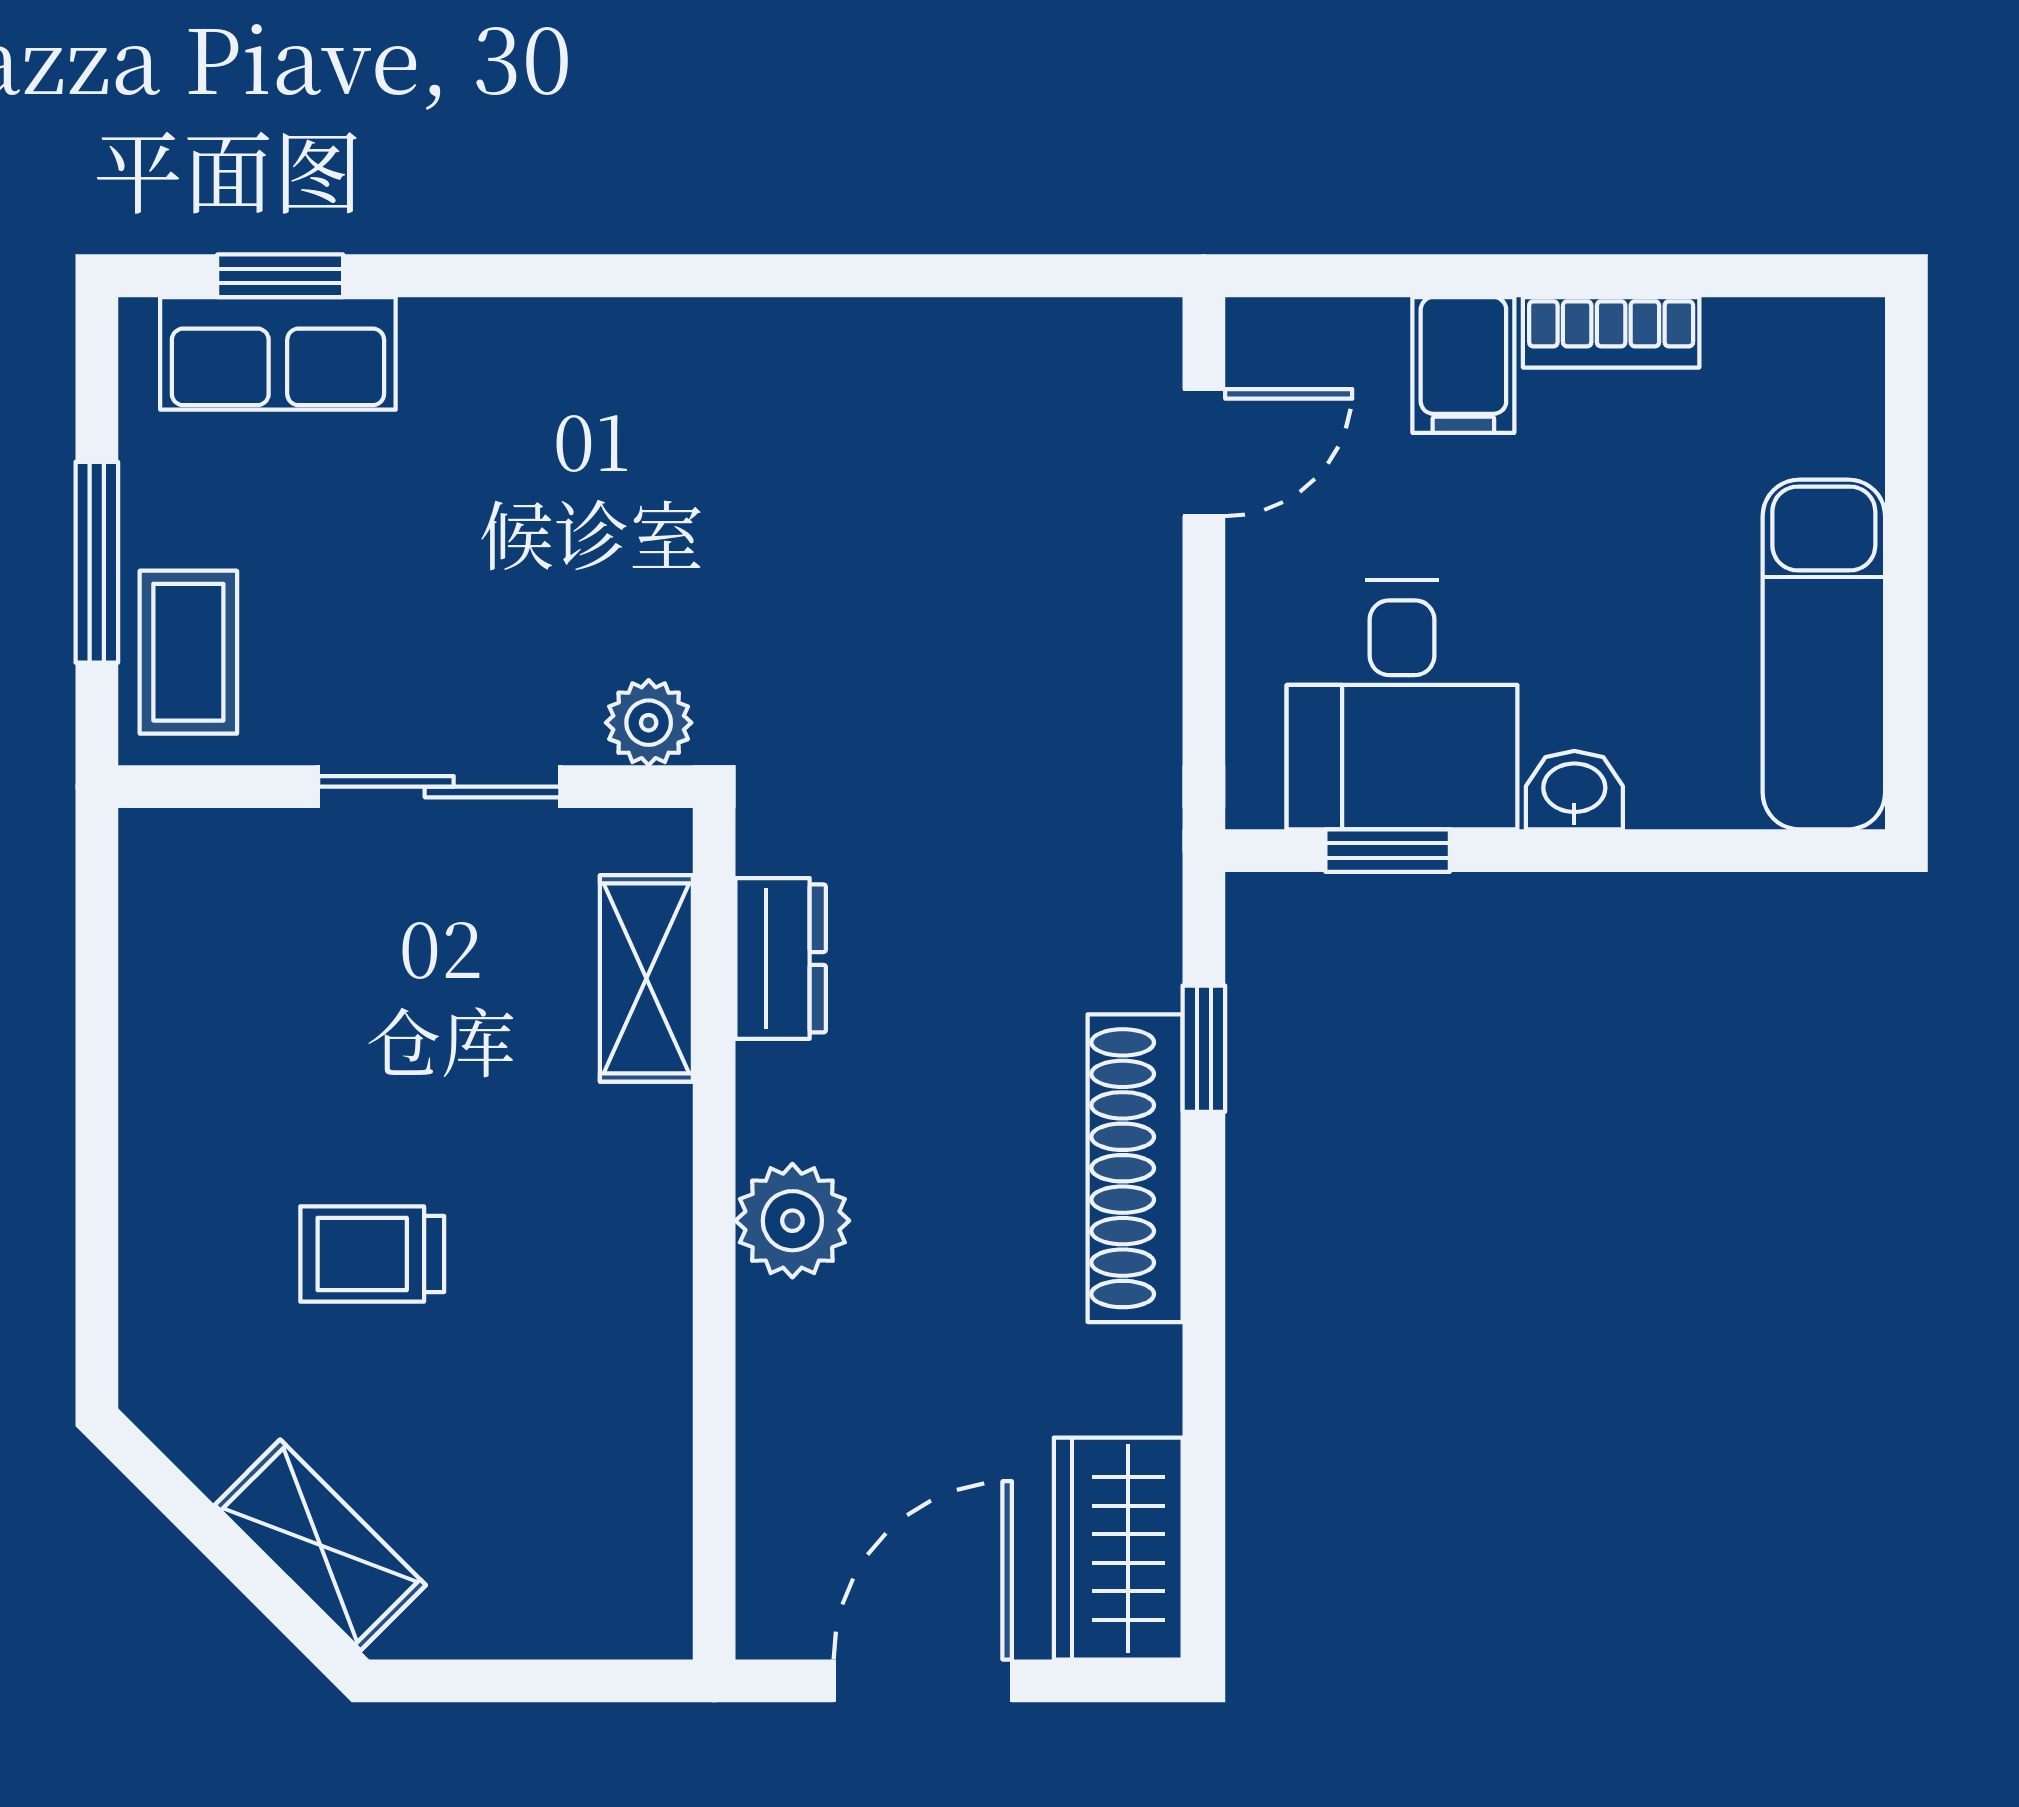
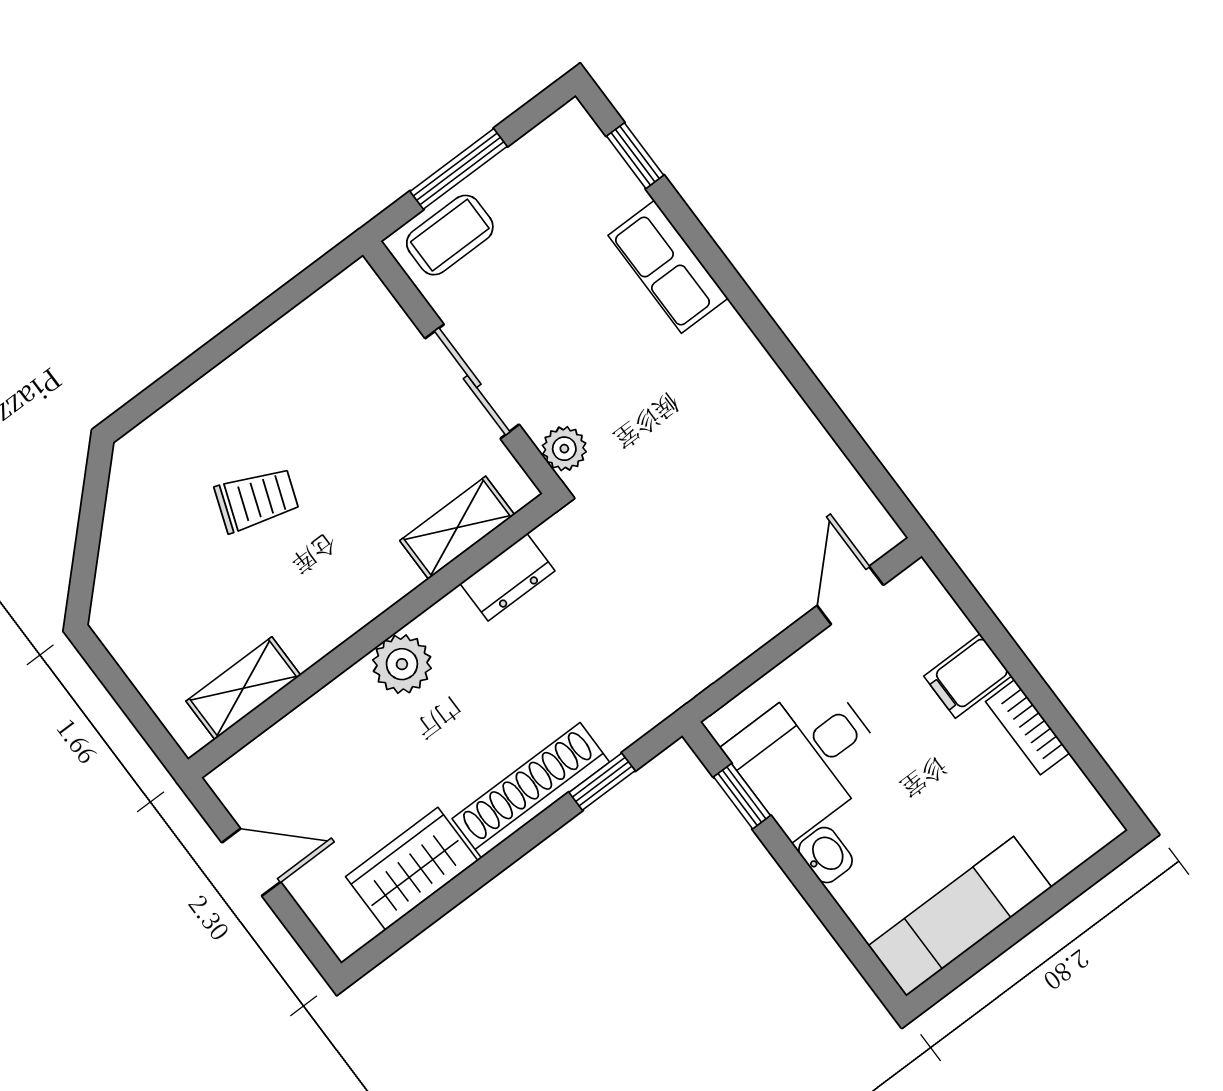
row of seats: (278, 353) -> (668, 267), moved
door: (1204, 453) -> (850, 595), swing flipped
trolley: (372, 1254) -> (257, 500), turned 110
shelving: (320, 1545) -> (243, 688), moved, turned 45
wardrobe: (1118, 1549) -> (412, 869), moved
door: (923, 1681) -> (251, 862), width x0.73

